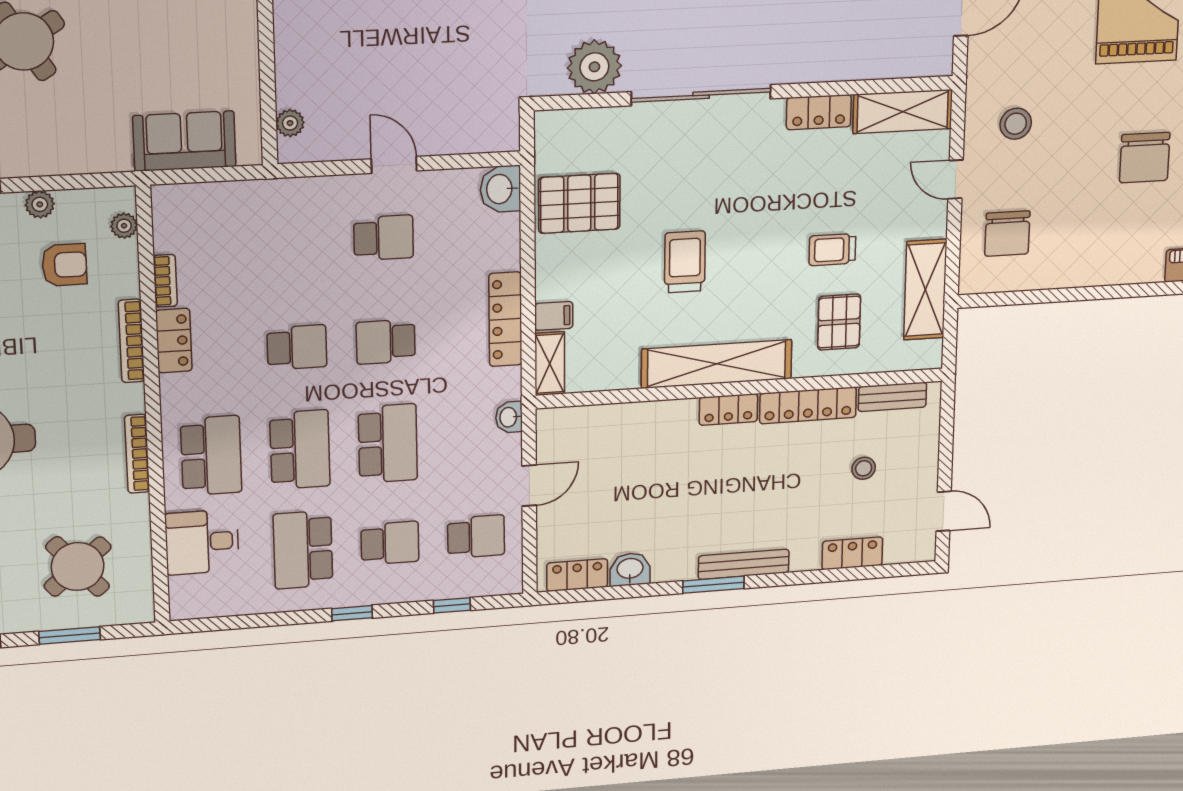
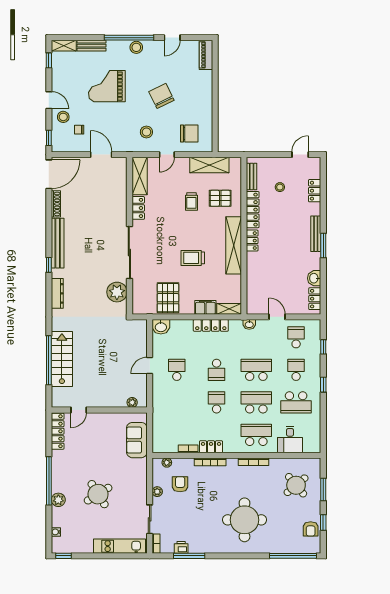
chair: (1145, 158) -> (161, 96), moved, turned -116
filing cabinet: (554, 316) -> (205, 307), width x2.00

